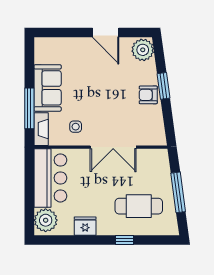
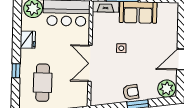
armchair: (148, 95) -> (131, 92), turned 80
side table: (76, 127) -> (121, 48), moved

